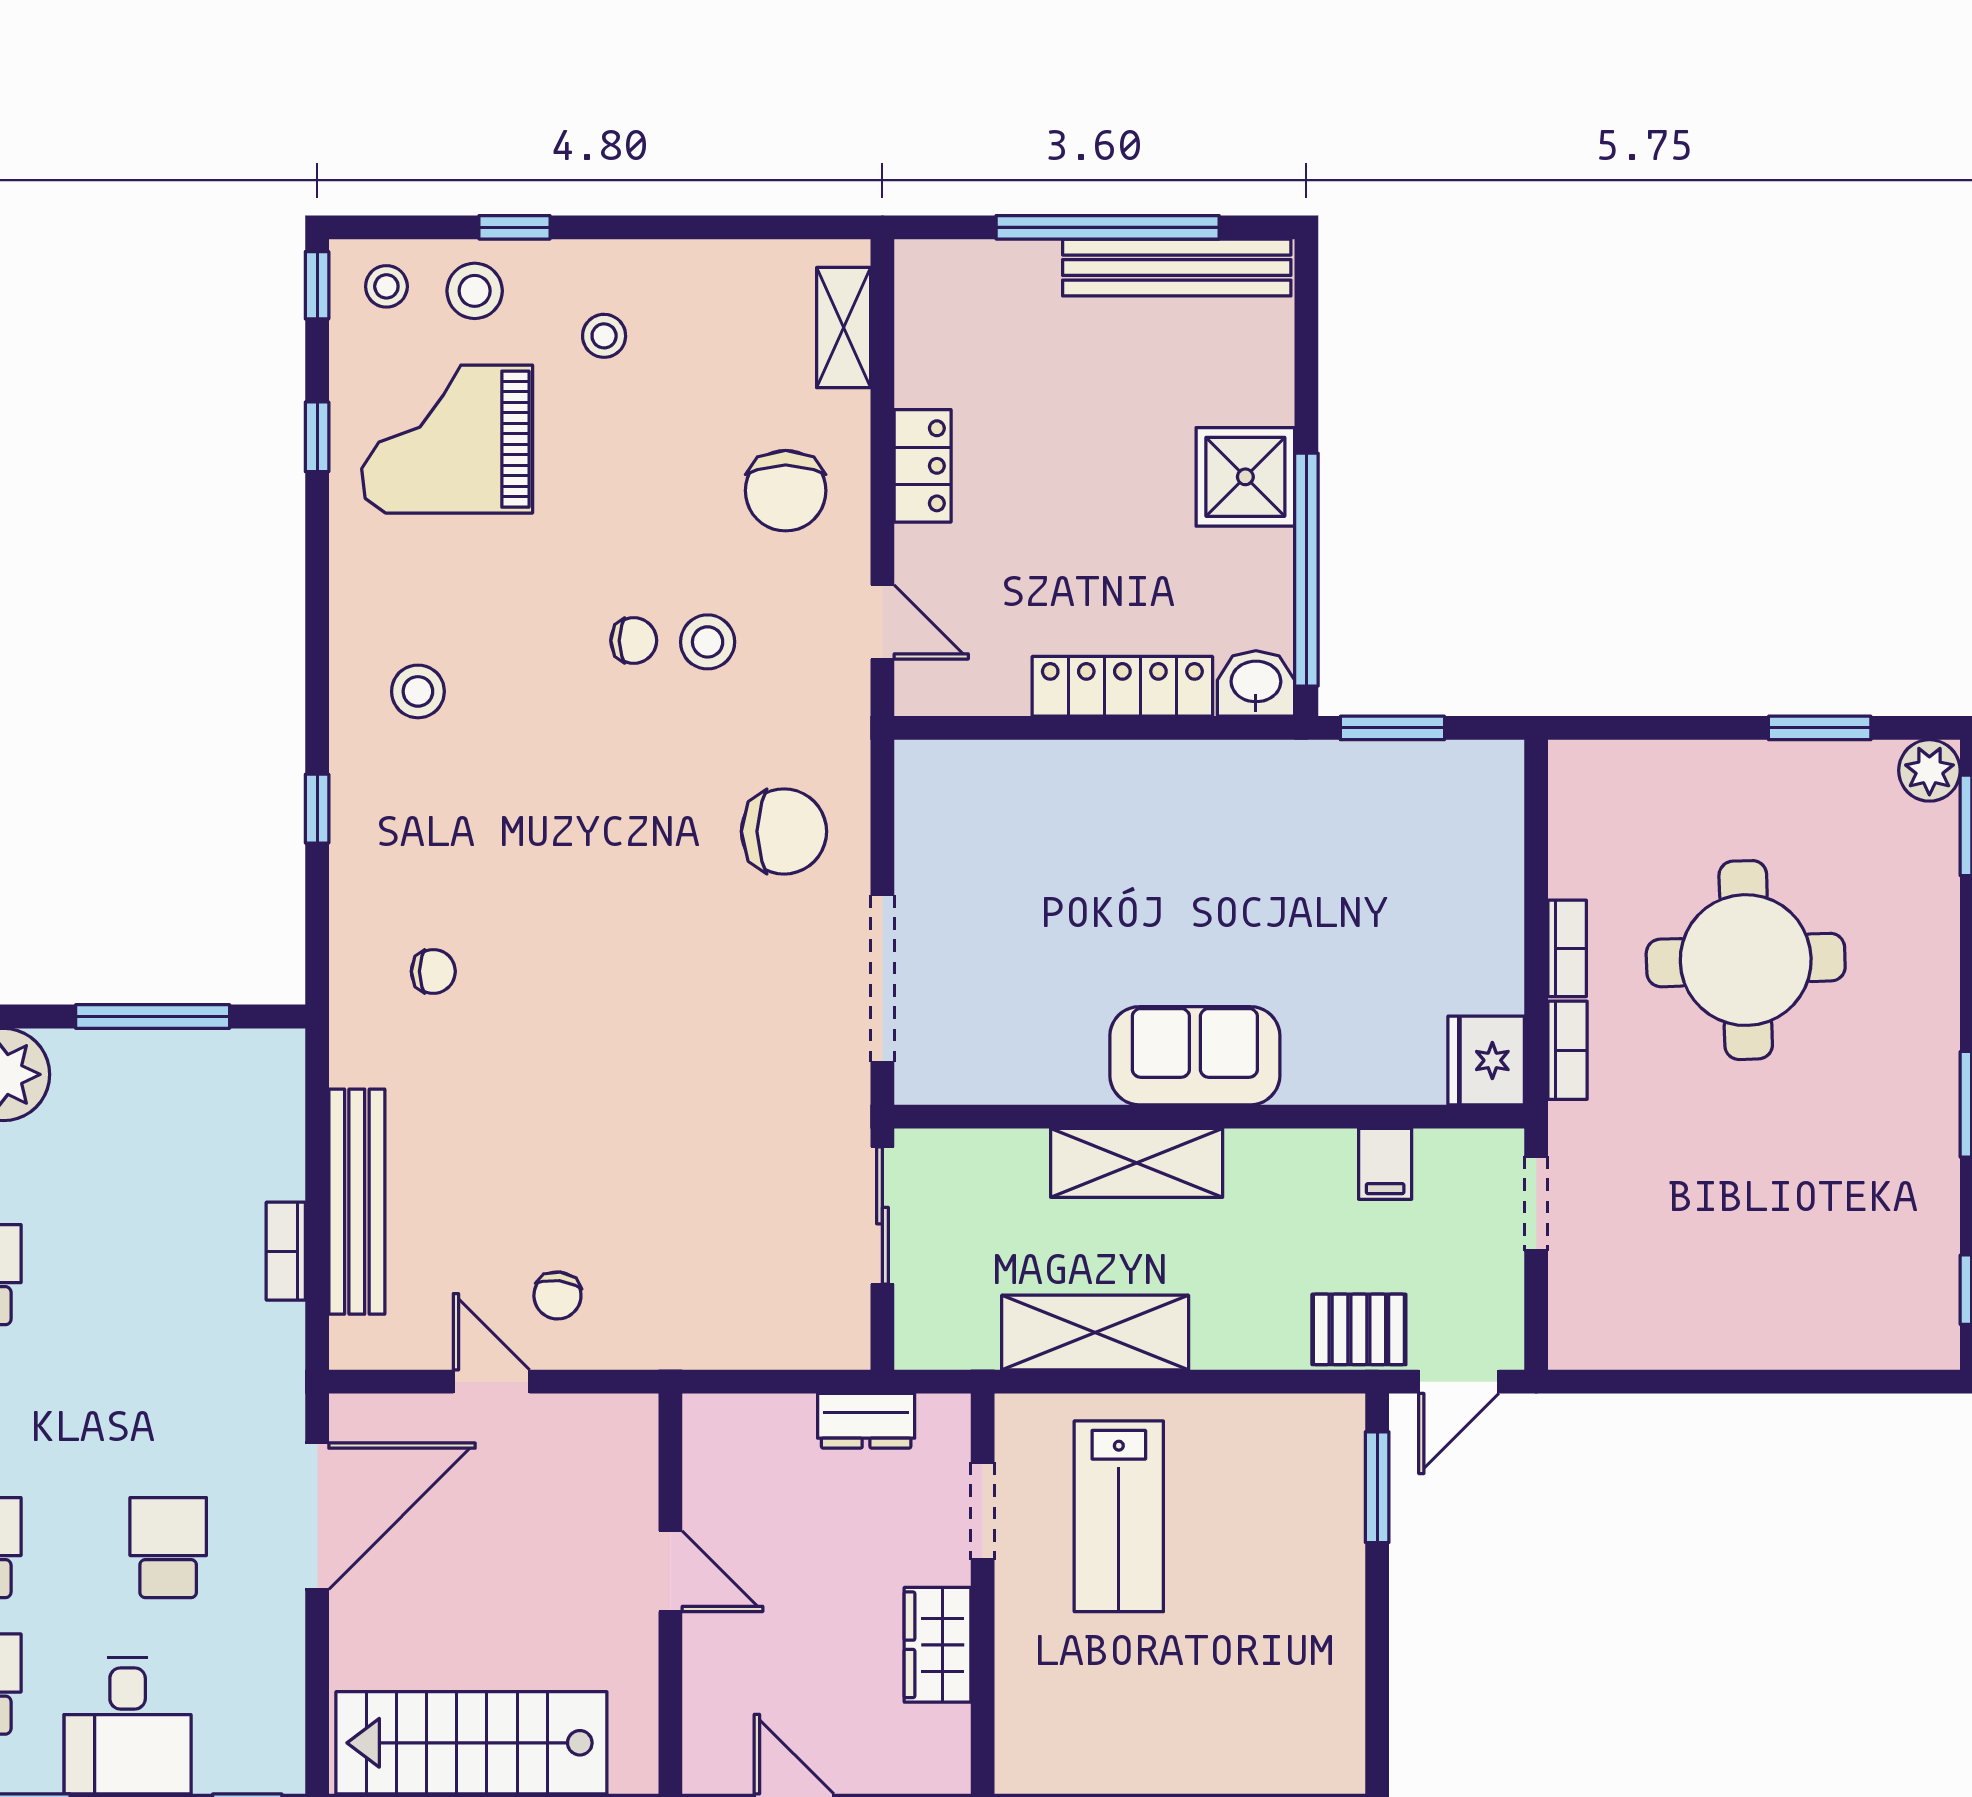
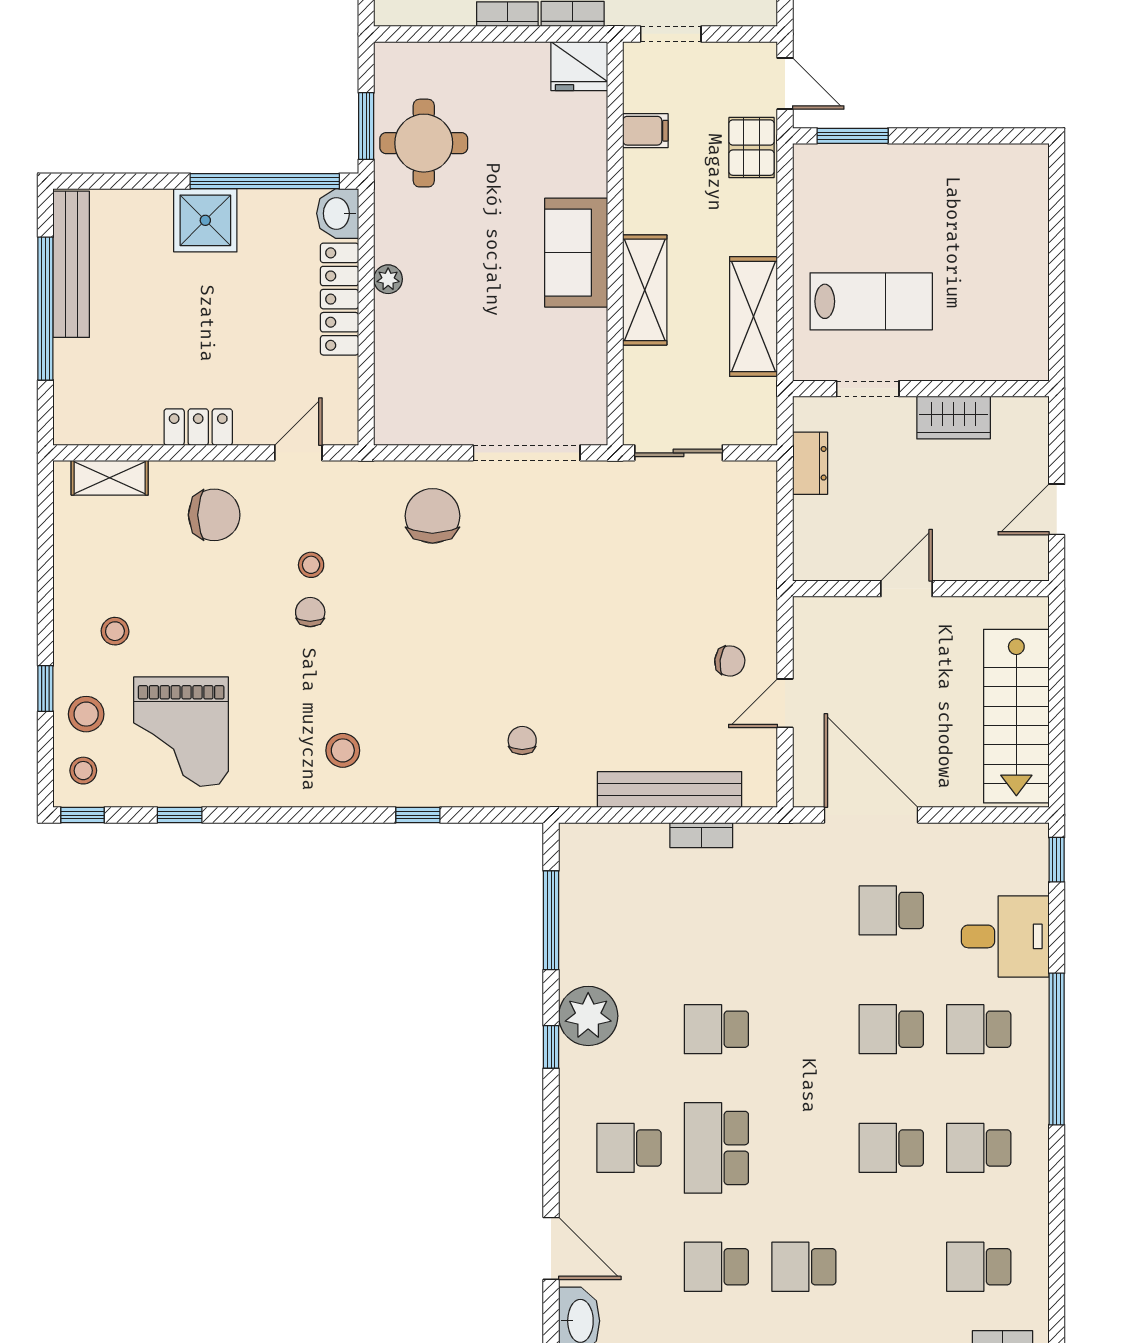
stool: (708, 642) -> (311, 565), width x0.73, depth x0.73
plant: (1153, 762) -> (388, 279), added
round table: (1366, 818) -> (424, 143), added

